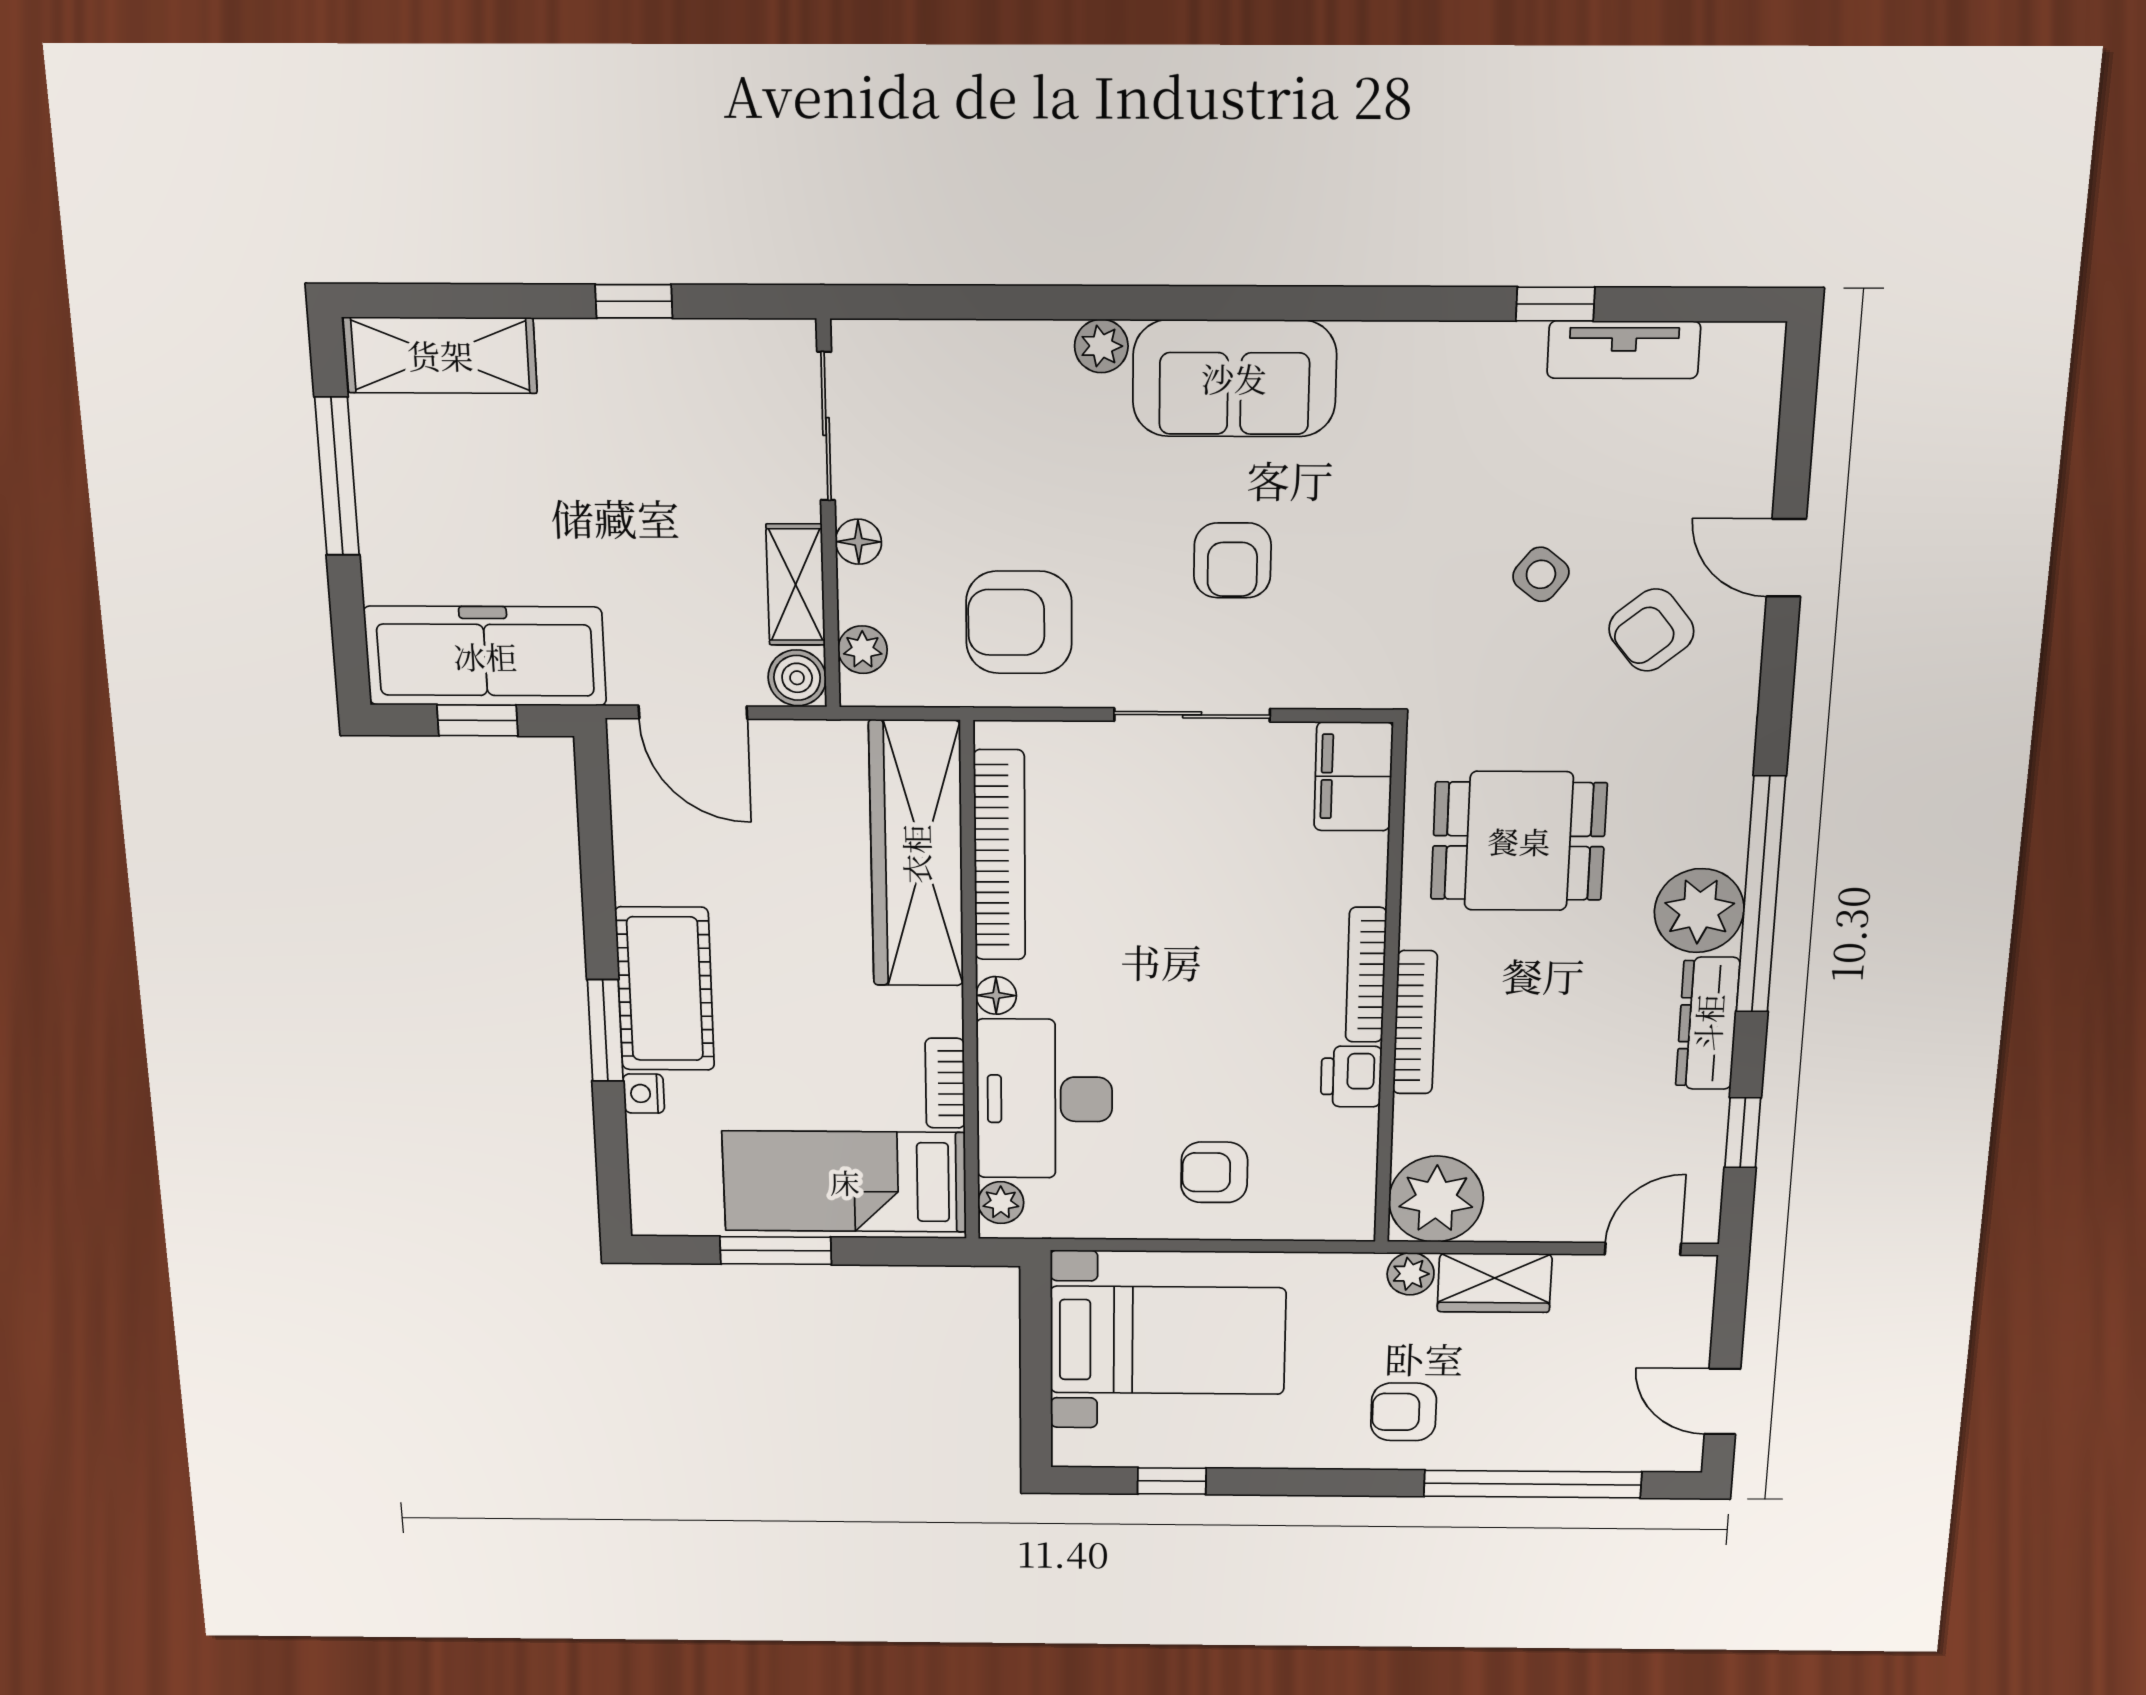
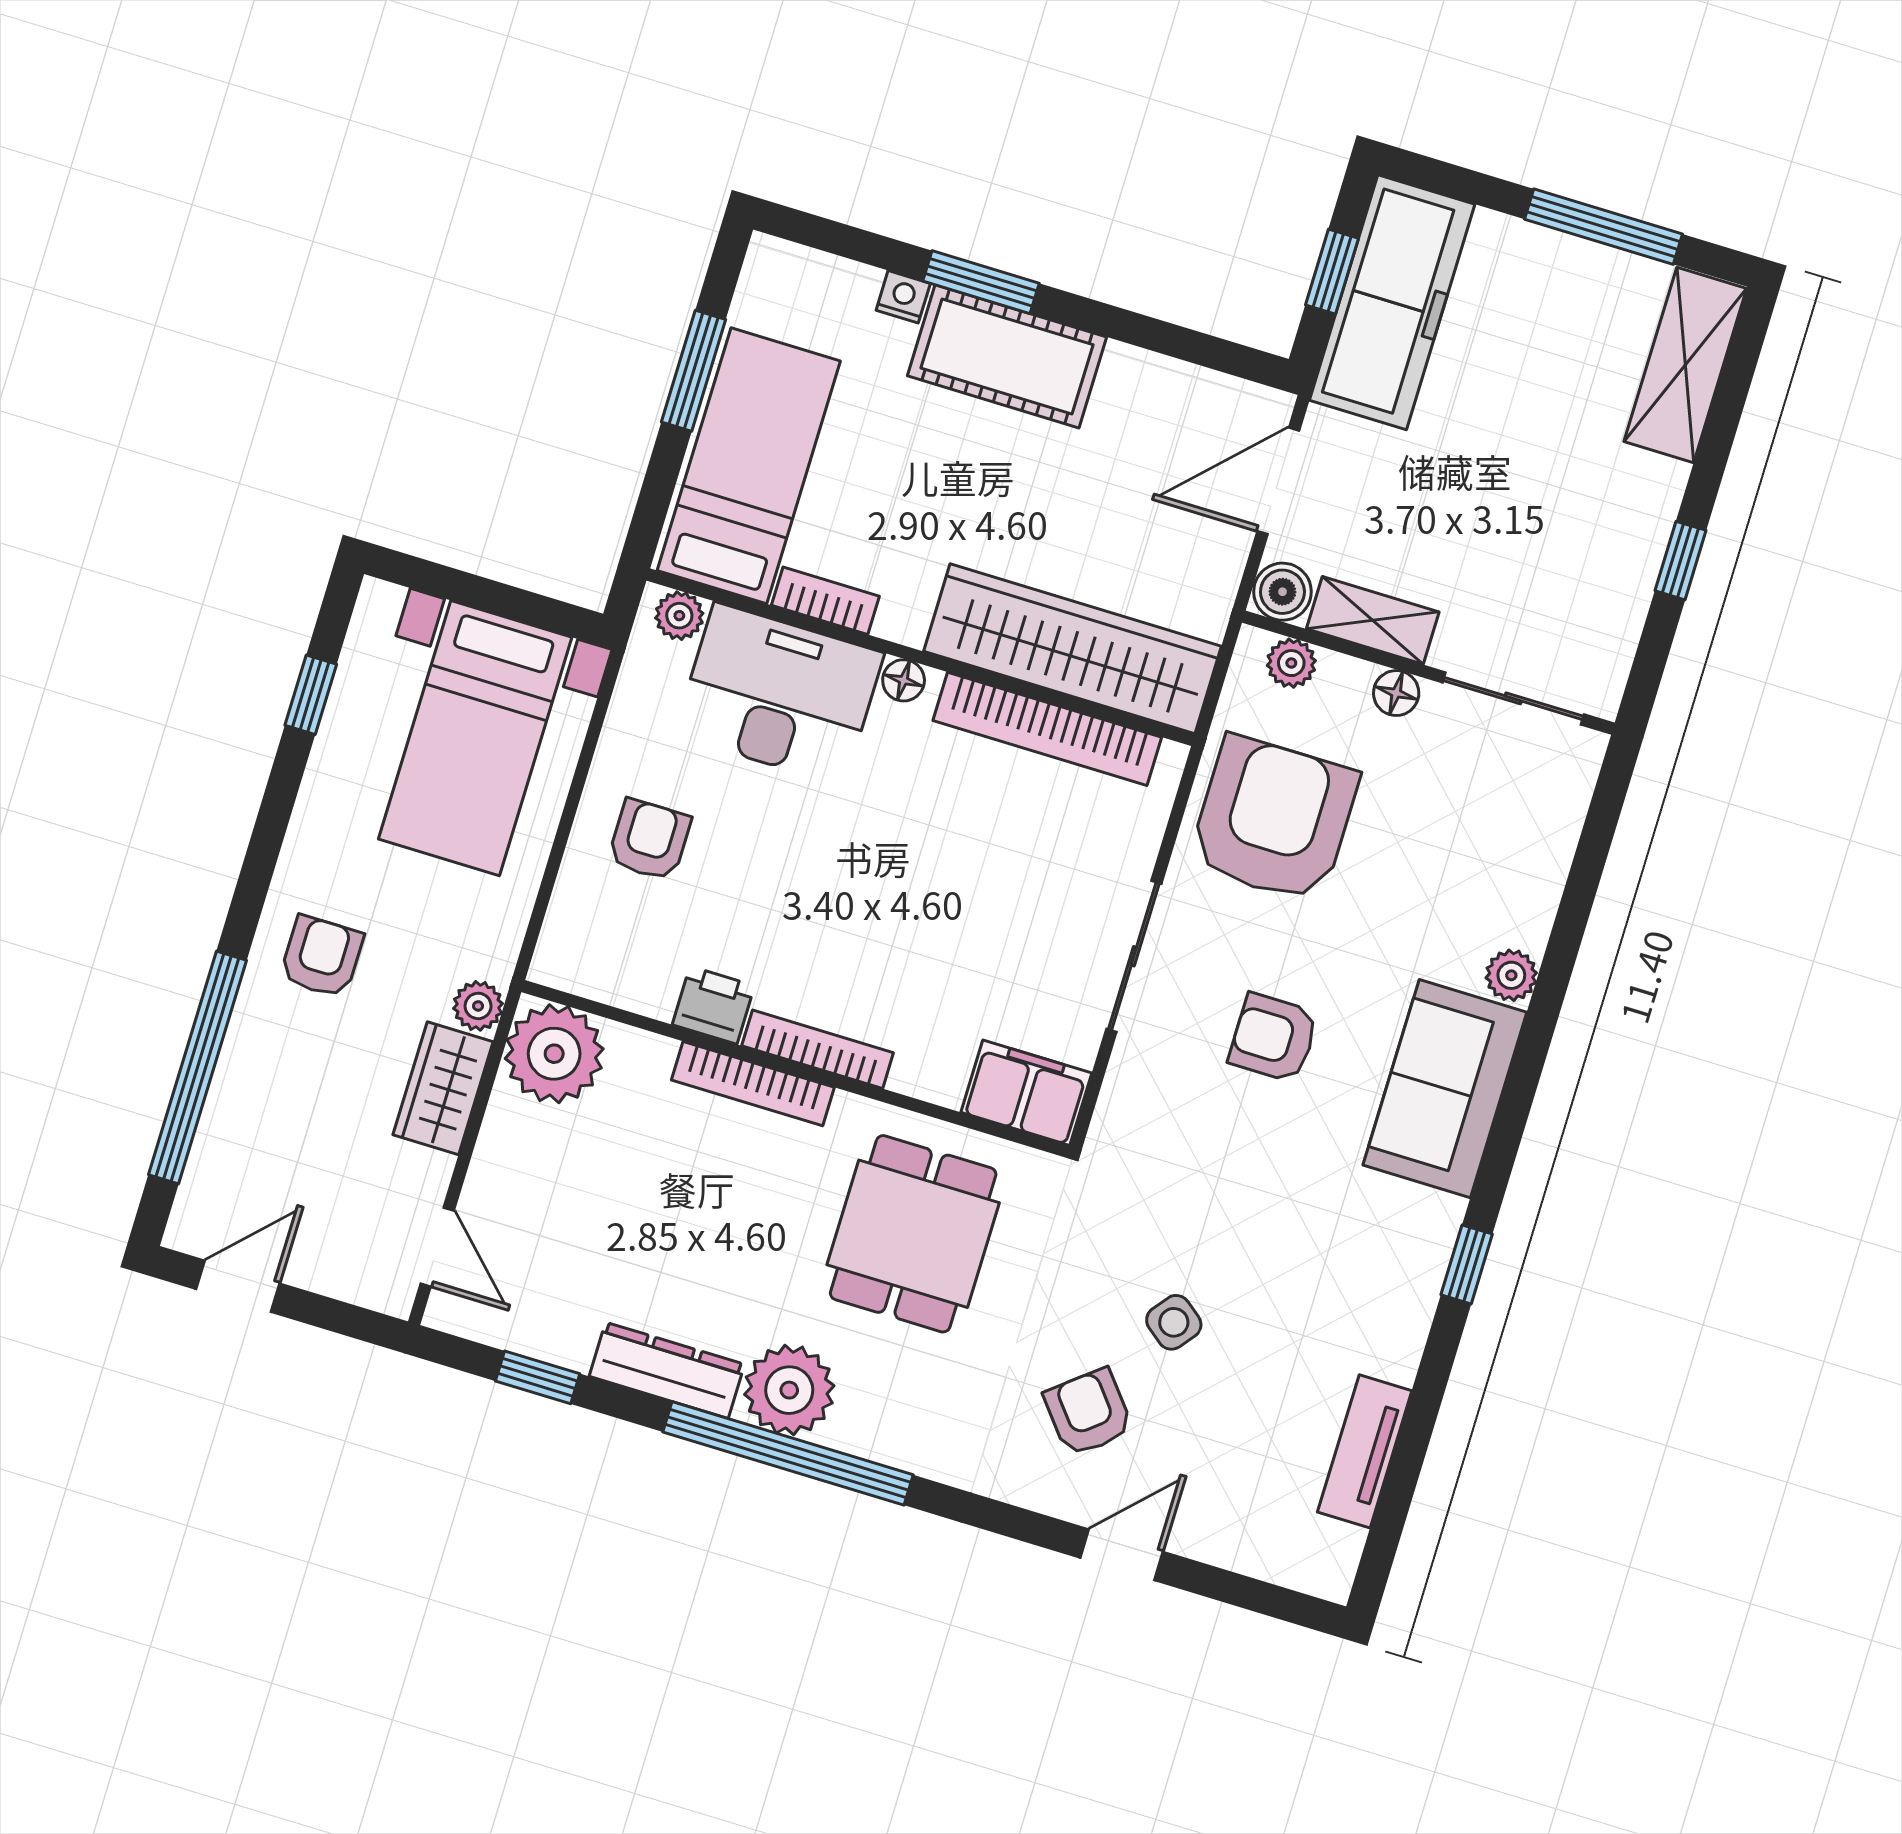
window: (1555, 304) -> (1467, 1264), moved
armchair: (1019, 622) -> (1274, 819), width x1.36, depth x1.36

